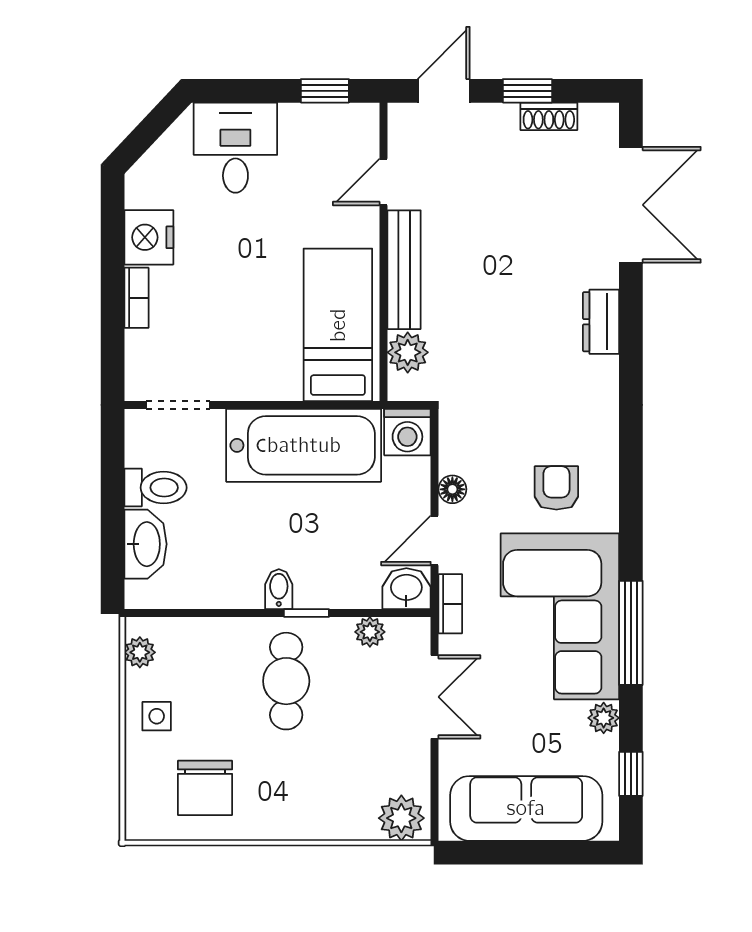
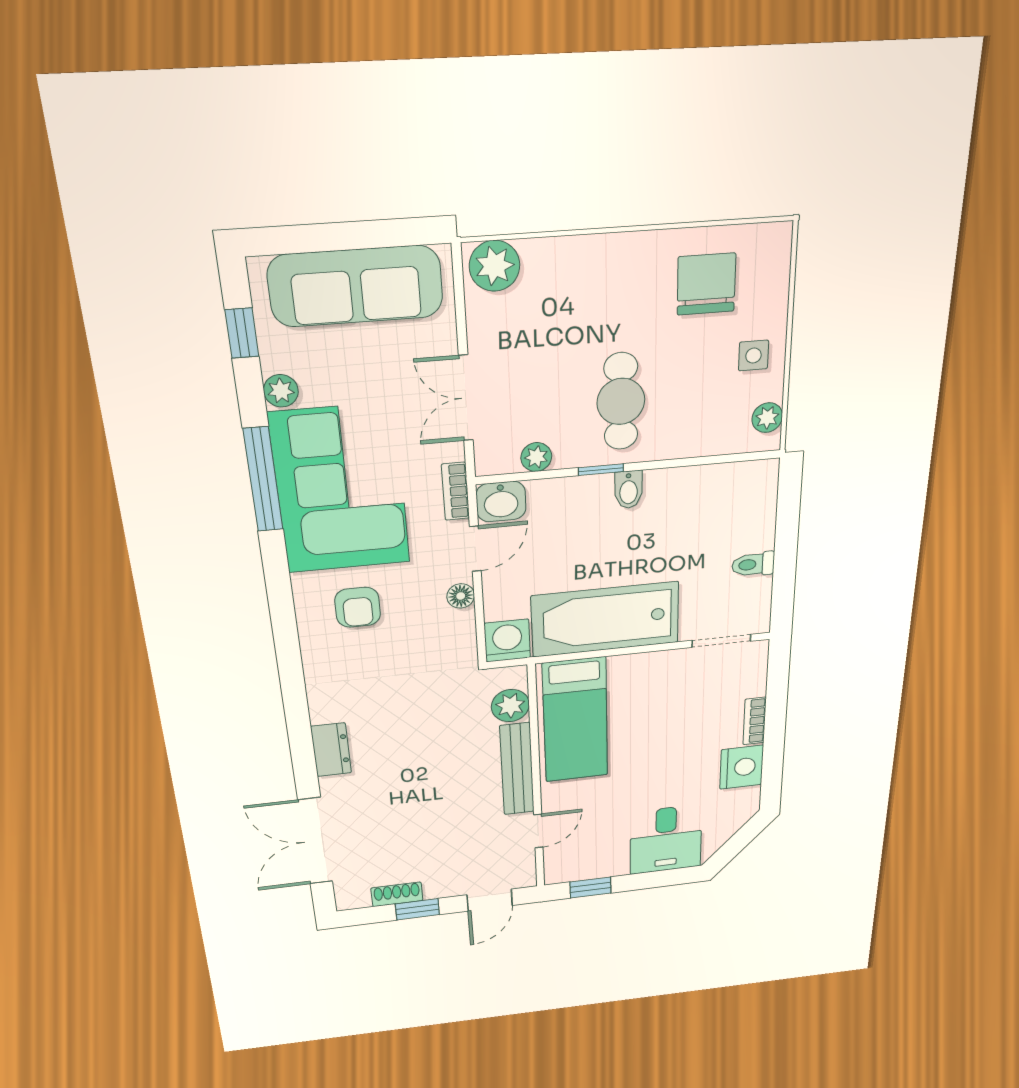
toilet: (155, 488) -> (753, 564), width x0.73, depth x0.72
washbasin: (146, 544) -> (757, 519), removed

